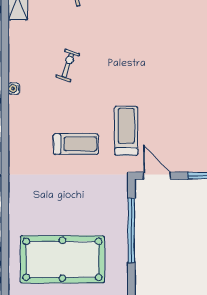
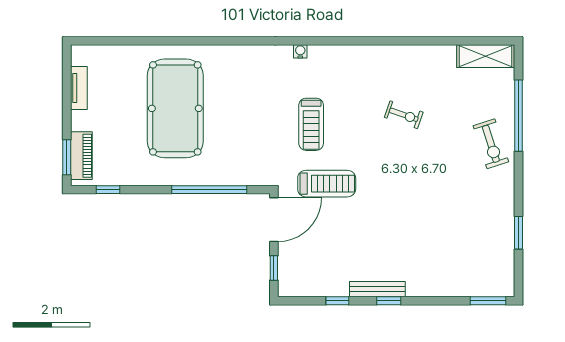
water cooler: (14, 89) -> (300, 51), moved
door: (157, 176) -> (274, 220), width x1.36

